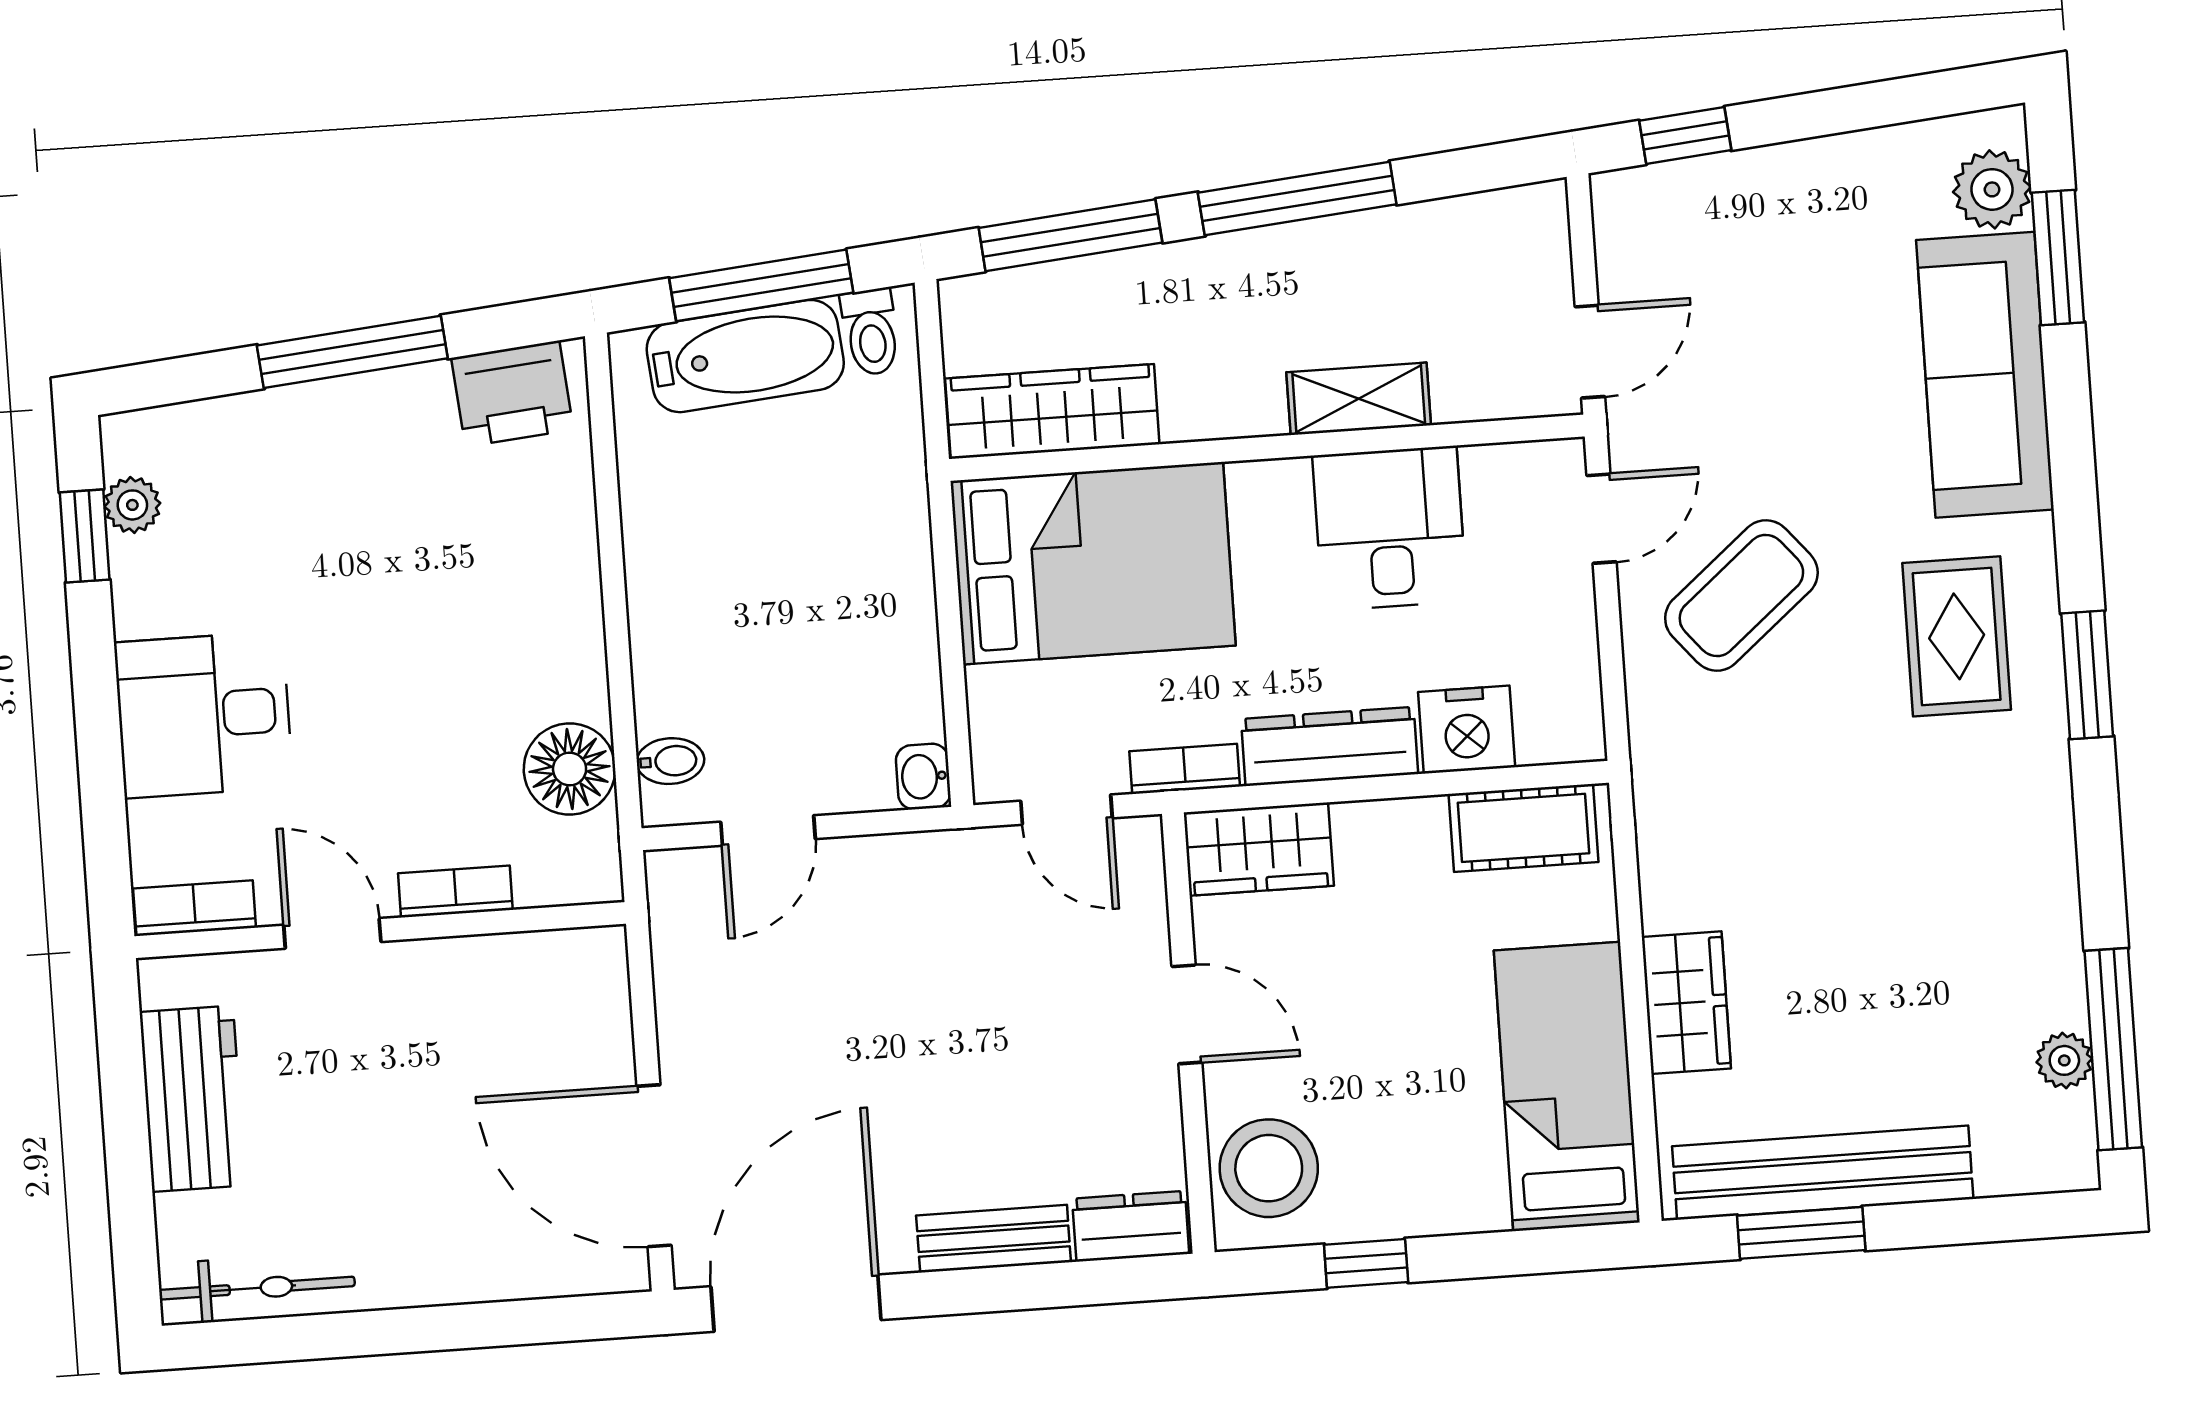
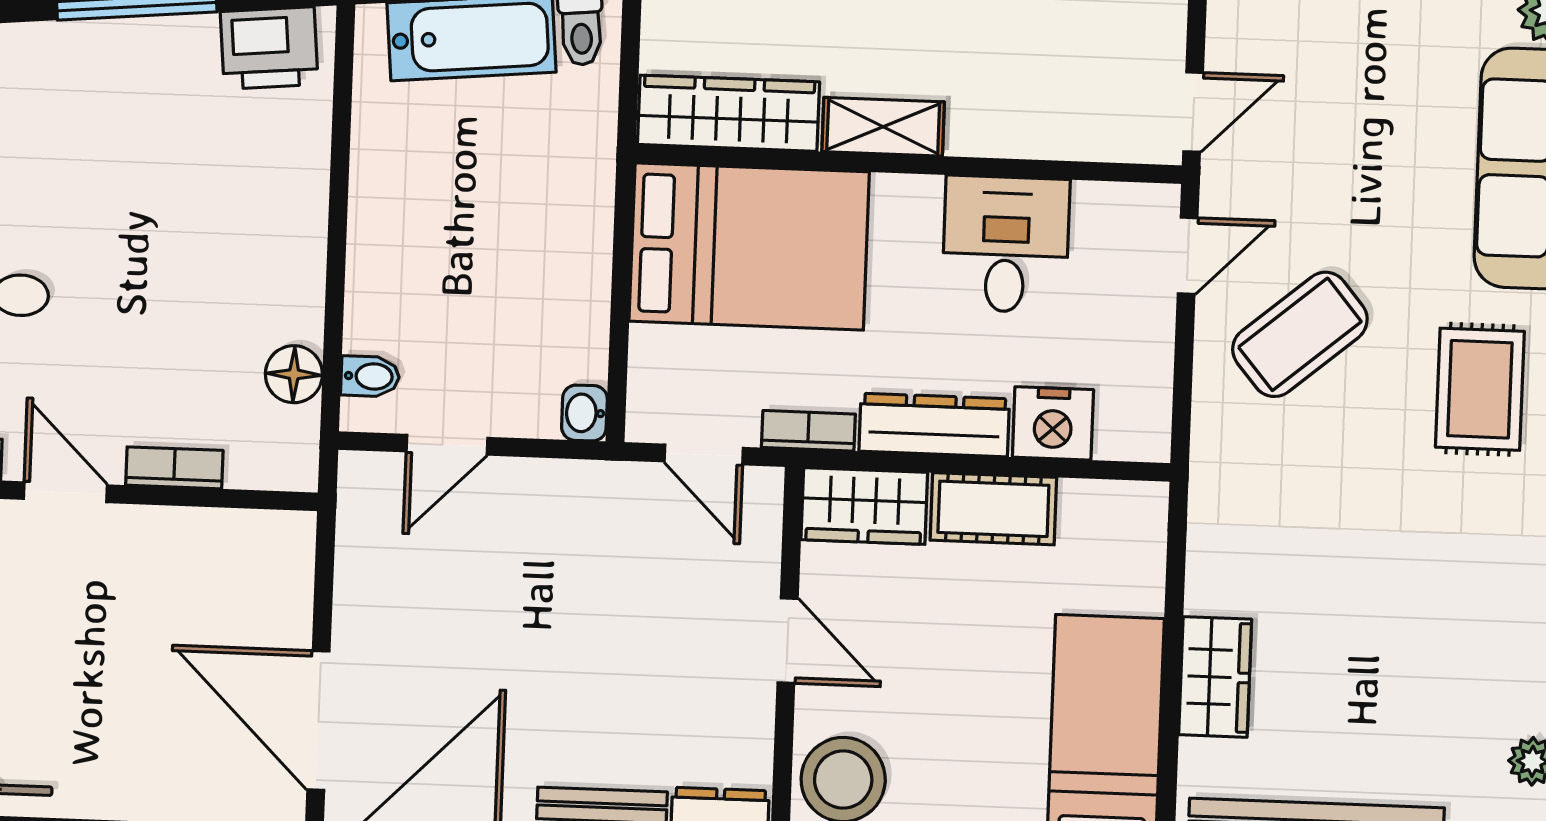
shelving: (1359, 399) -> (883, 127), moved
floor lamp: (570, 769) -> (294, 374), width x0.73, depth x0.73
cot: (1523, 828) -> (993, 509), moved

